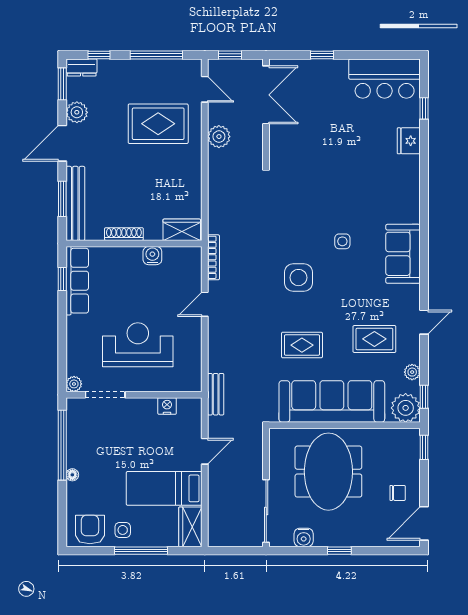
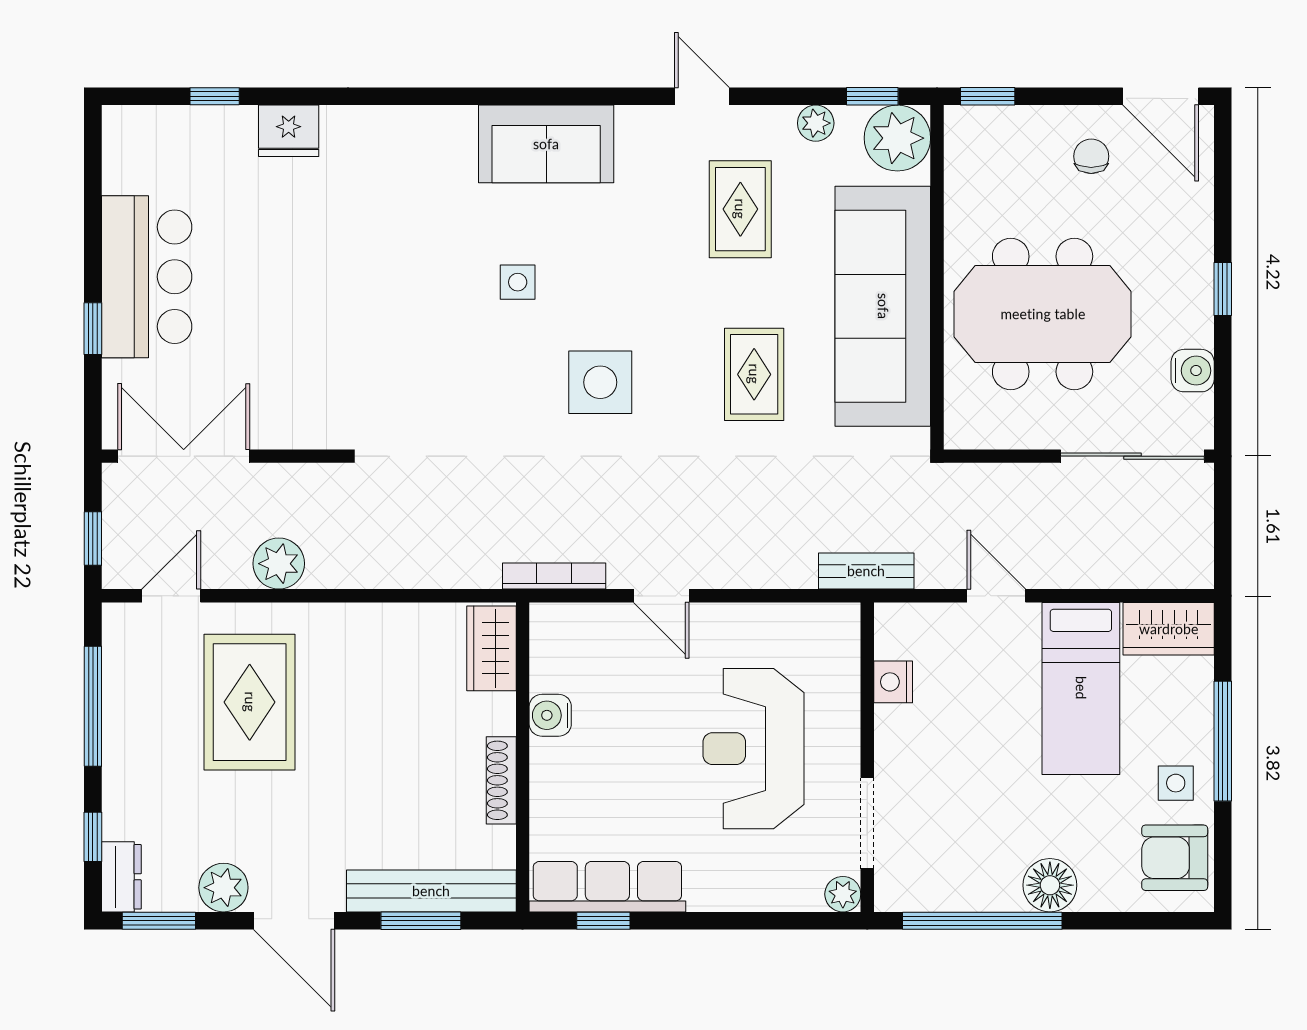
bar counter: (385, 79) -> (147, 277), moved
floor lamp: (72, 475) -> (1050, 885), width x1.89, depth x1.89

